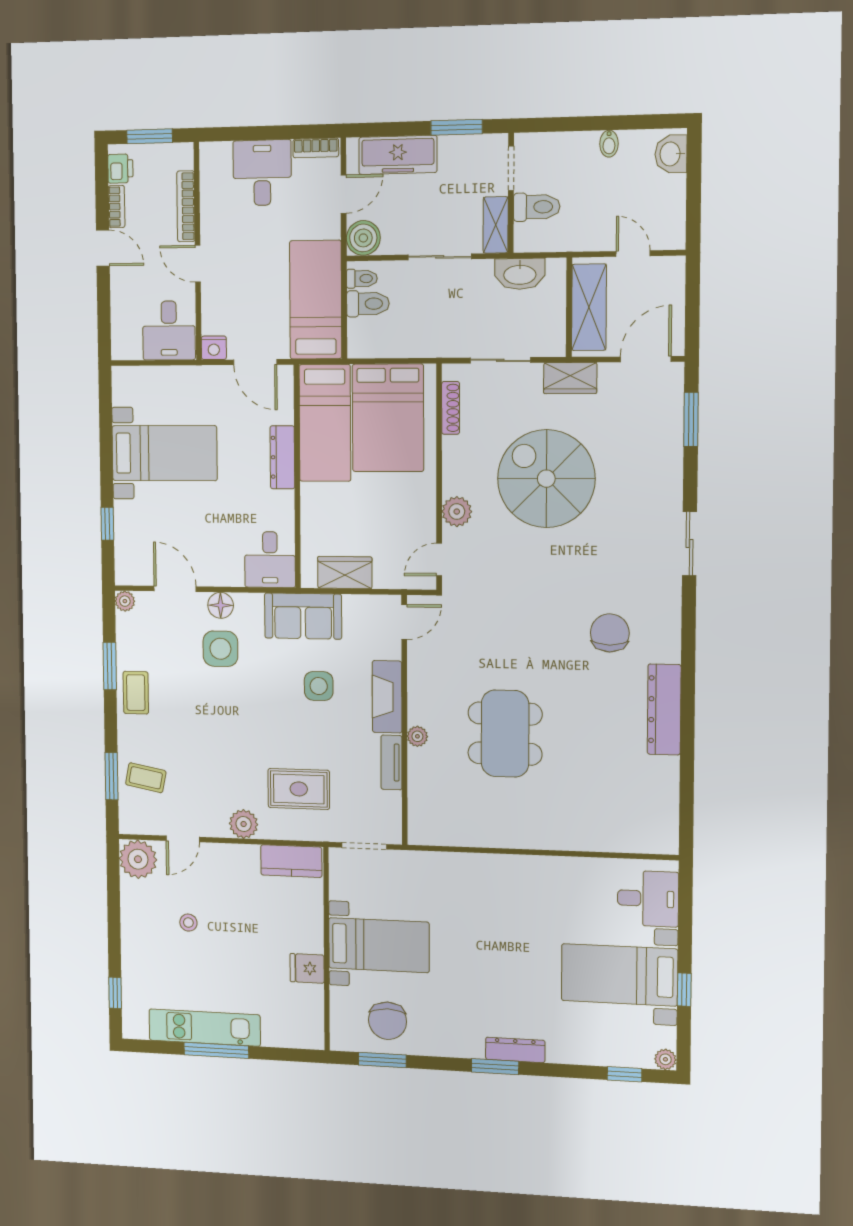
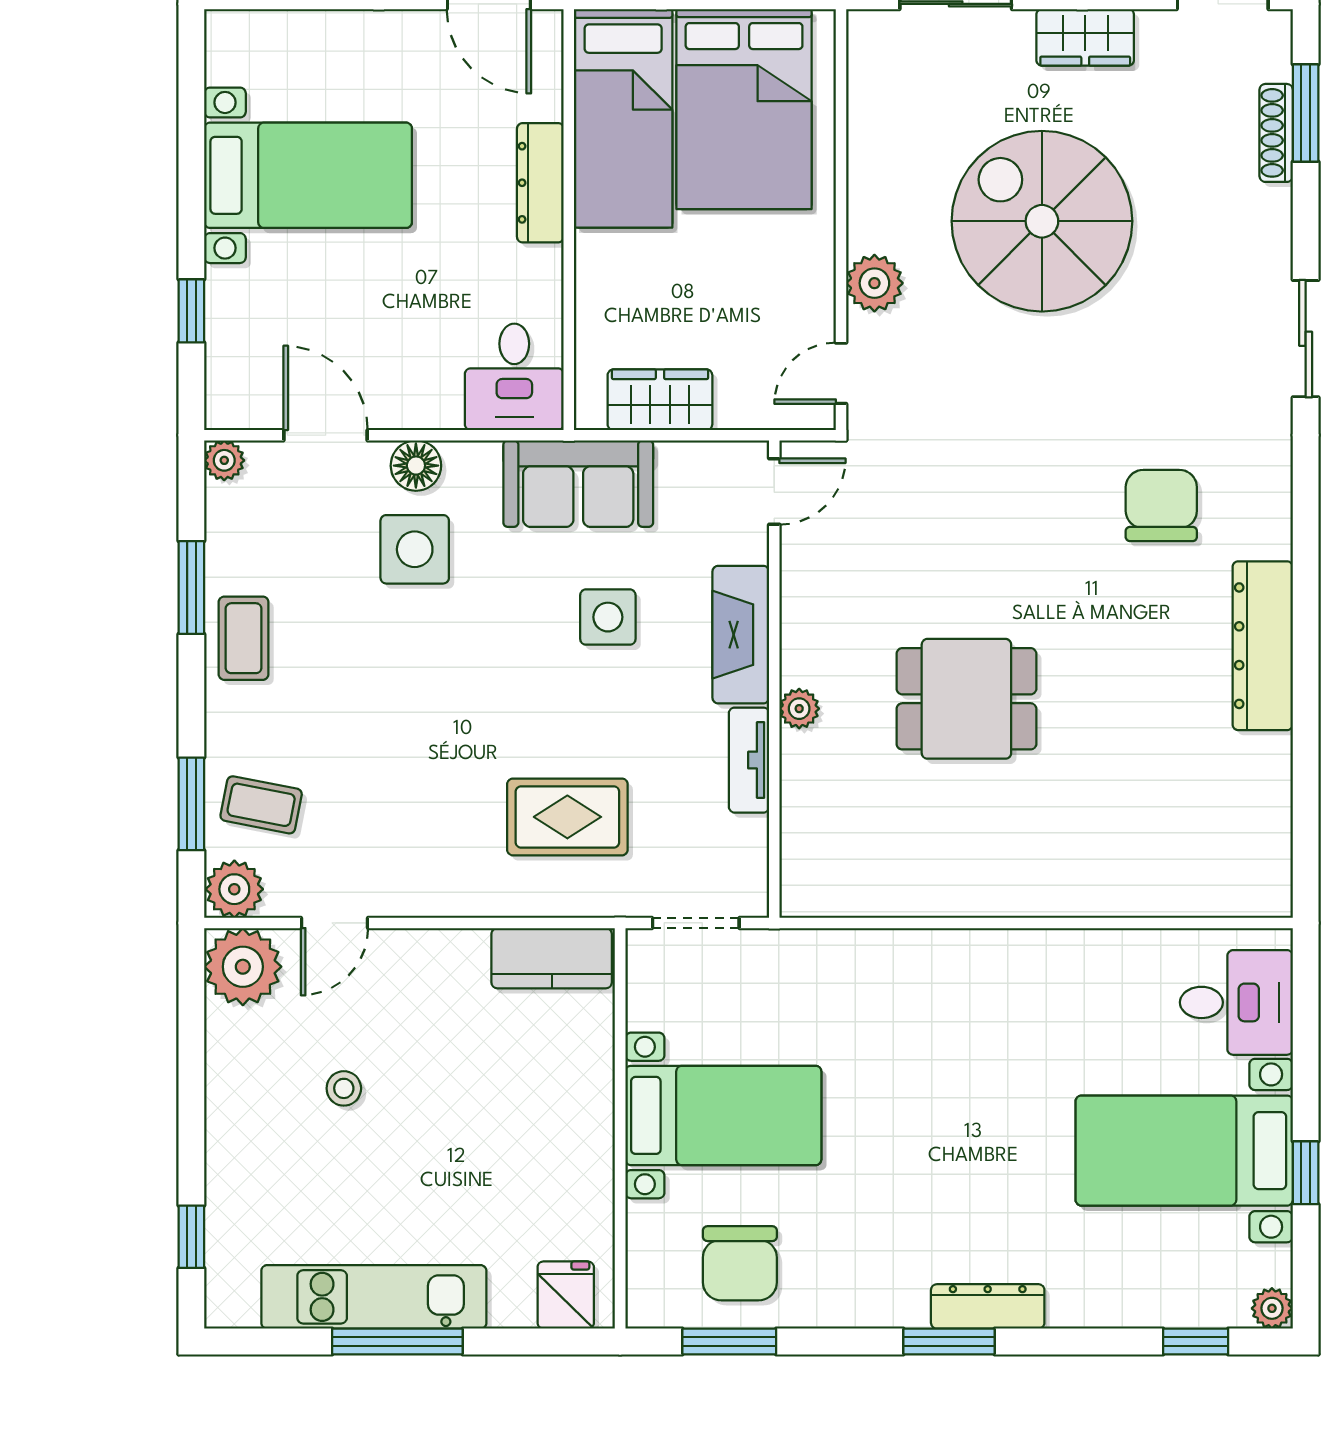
shoe rack: (451, 408) -> (1276, 133), moved, turned 180
dining table: (505, 734) -> (966, 699), width x0.73
plant: (244, 824) -> (234, 889), moved
fridge: (307, 968) -> (566, 1295), moved, turned 90

